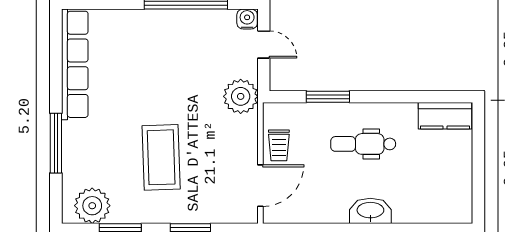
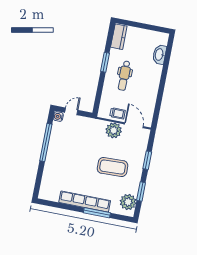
row of seats: (75, 64) -> (85, 202), moved
plant: (241, 96) -> (114, 130), moved
window: (328, 97) -> (105, 62), moved
washbasin: (370, 211) -> (159, 55), moved

